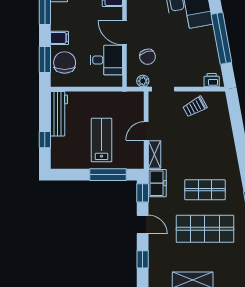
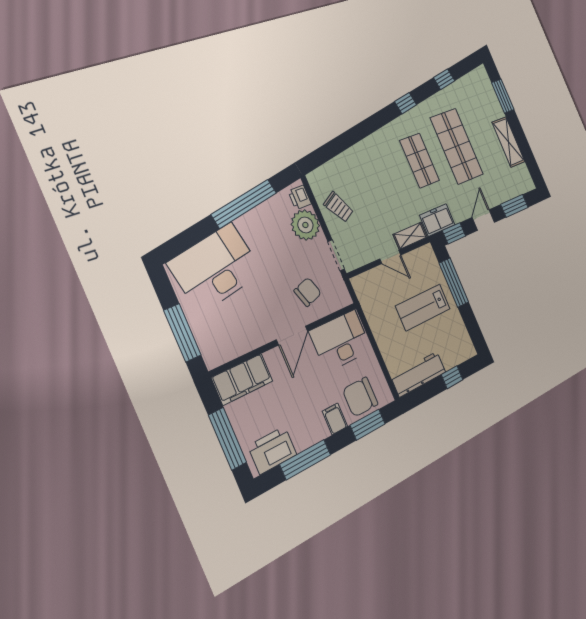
desk: (106, 60) -> (341, 341), width x1.37
plant: (143, 81) -> (305, 225), moved, width x1.88, depth x1.88
window: (143, 259) -> (514, 206), width x1.50

